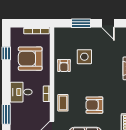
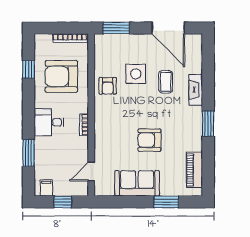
window: (81, 23) -> (116, 28), moved
door: (108, 23) -> (168, 28), width x1.87
coffee table: (63, 103) -> (166, 82), moved

